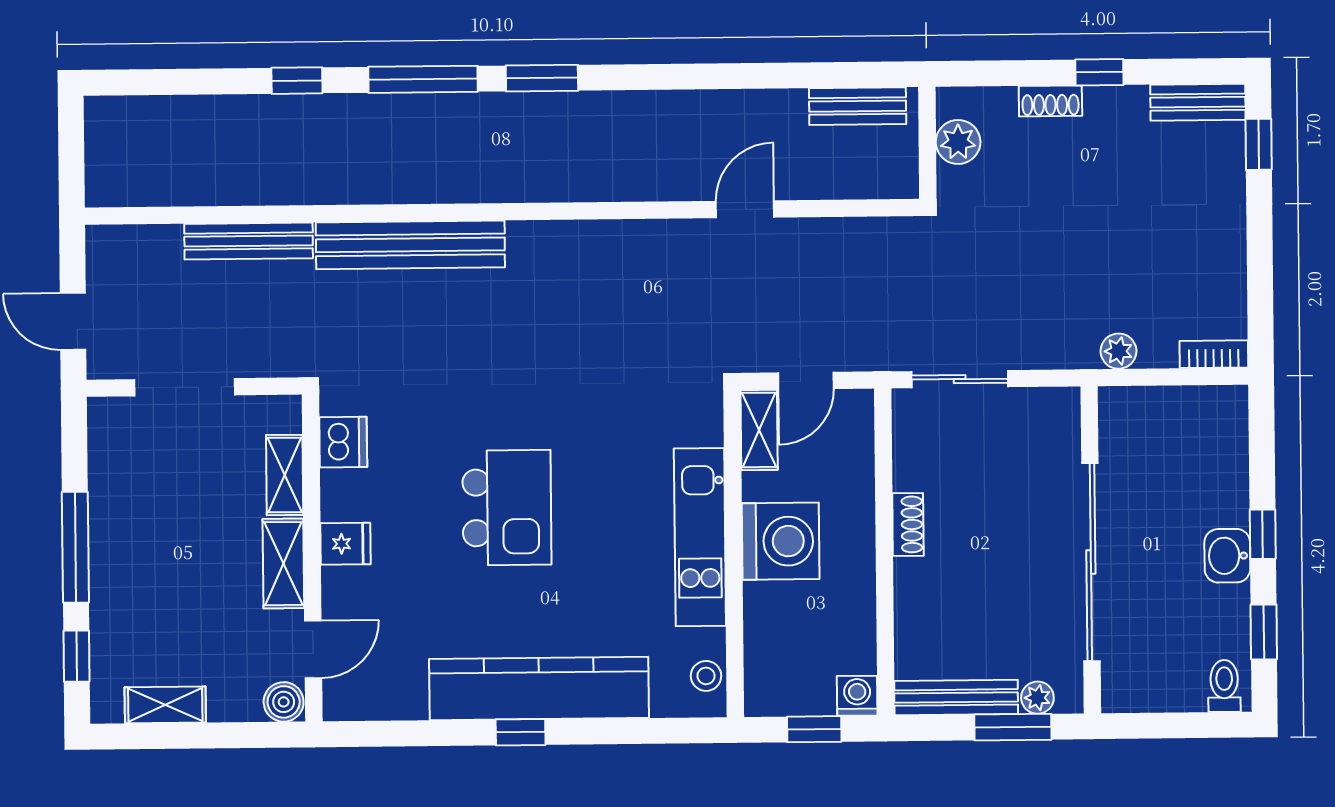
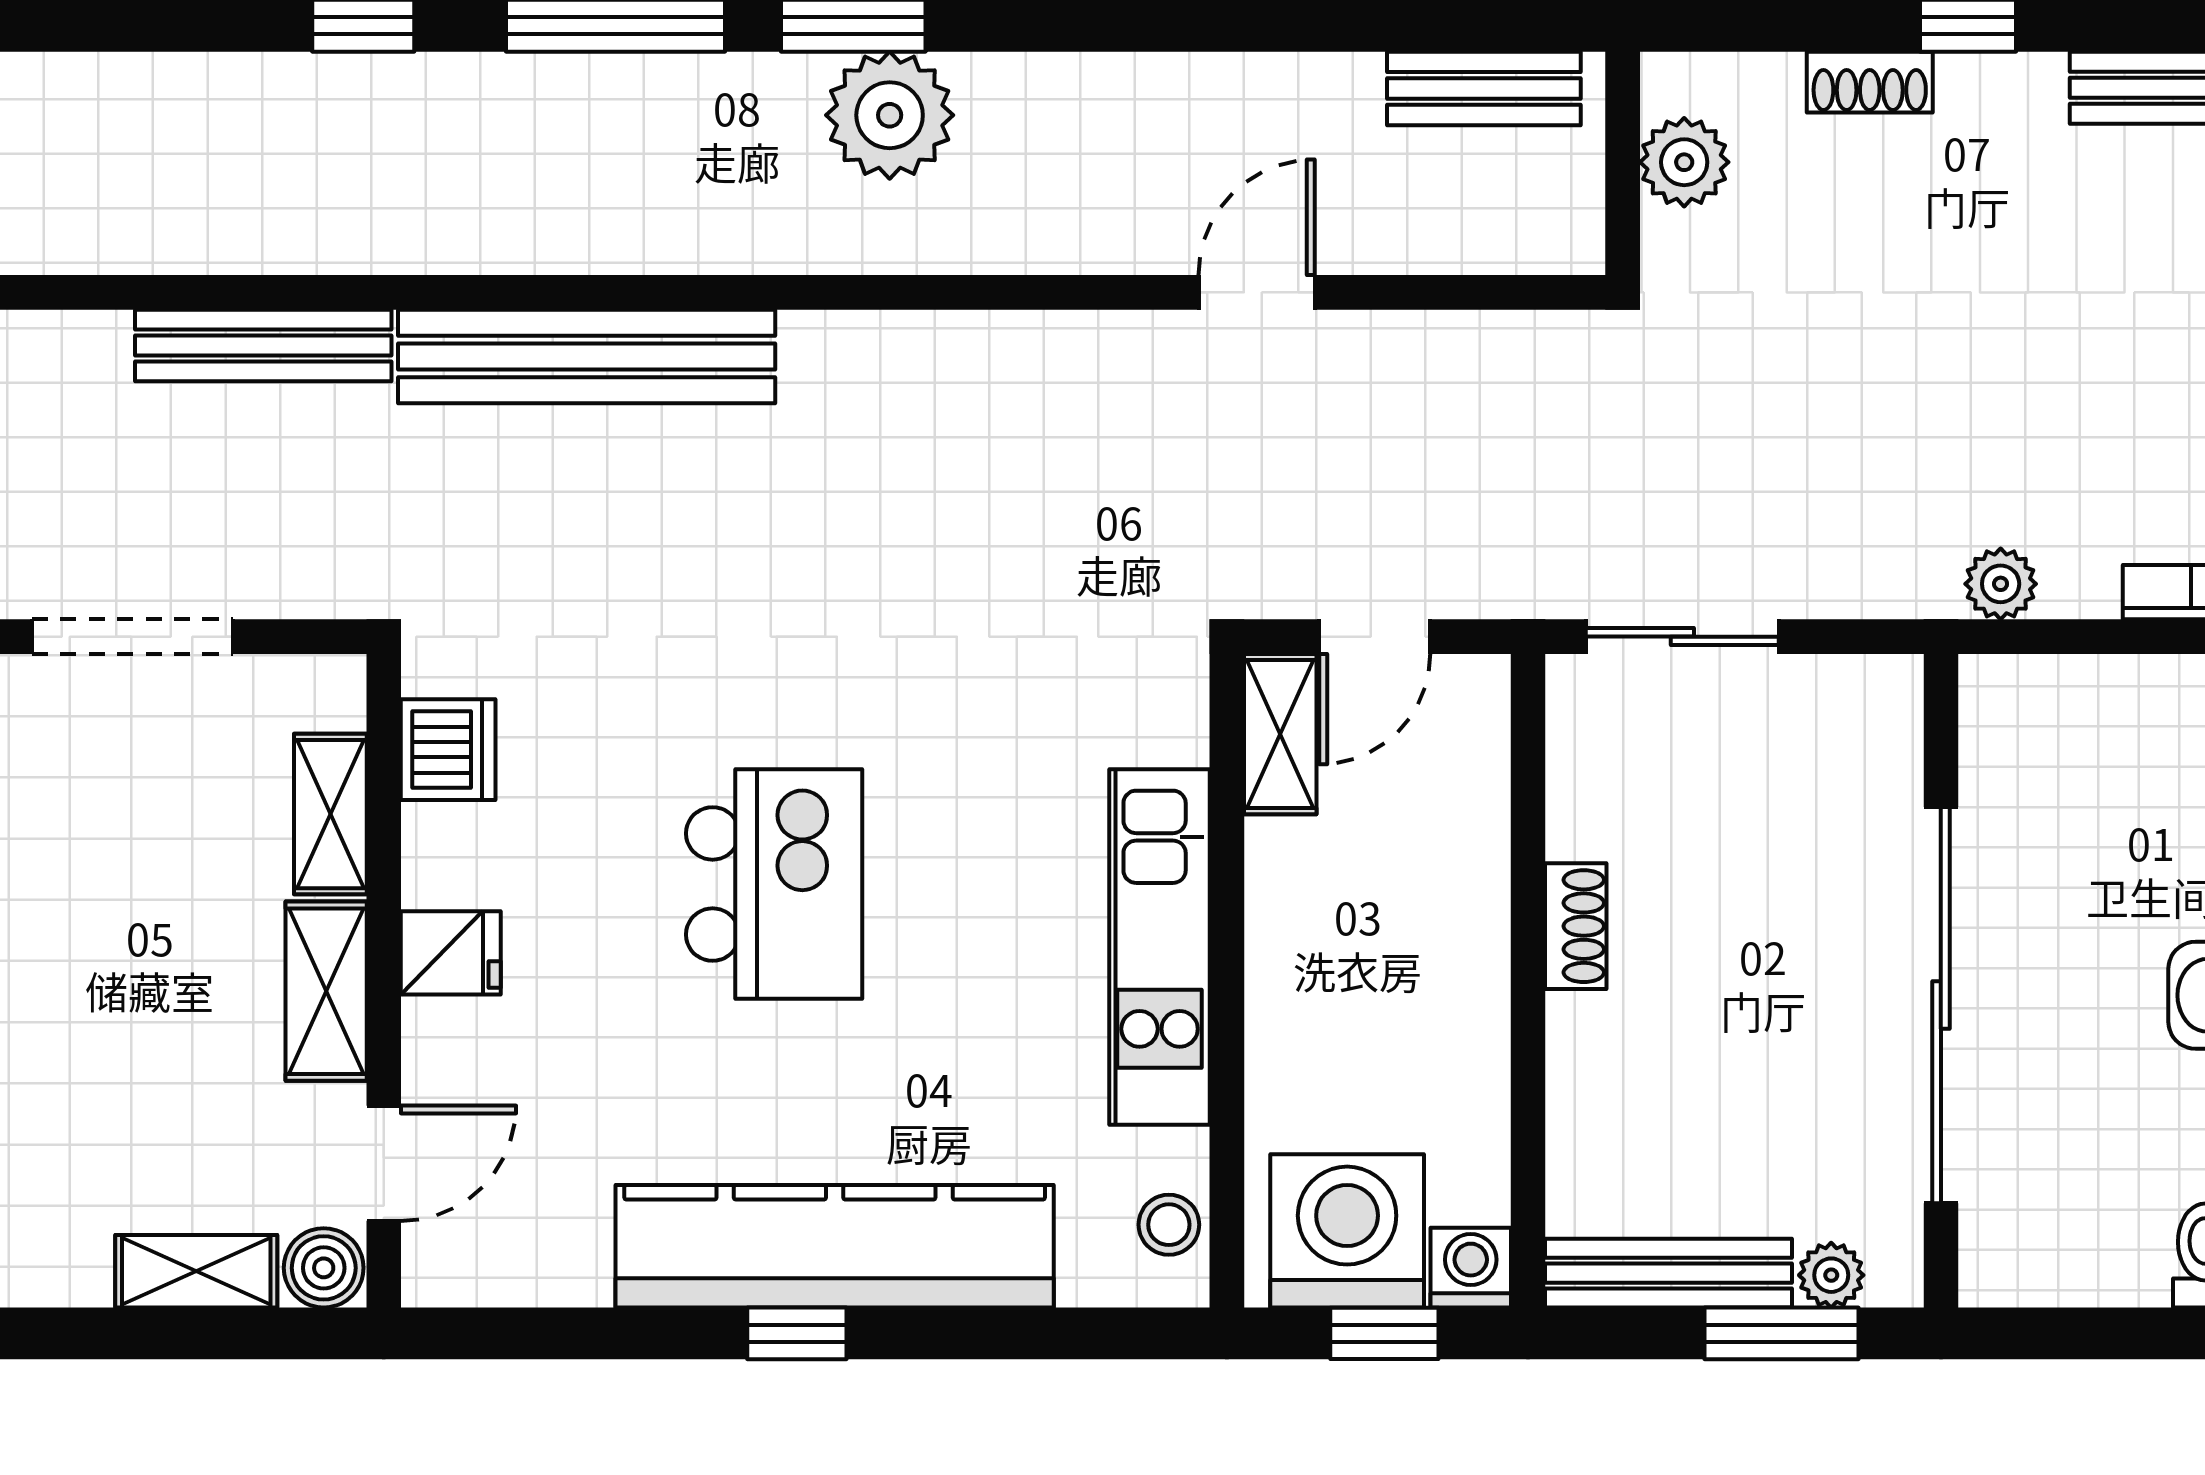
plant: (561, 123) -> (890, 115), added
washing machine: (781, 541) -> (1347, 1231), moved, turned -90
shelving: (165, 705) -> (196, 1271), moved

